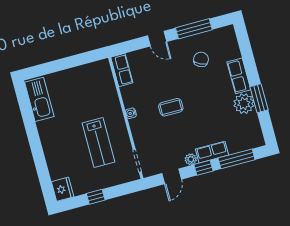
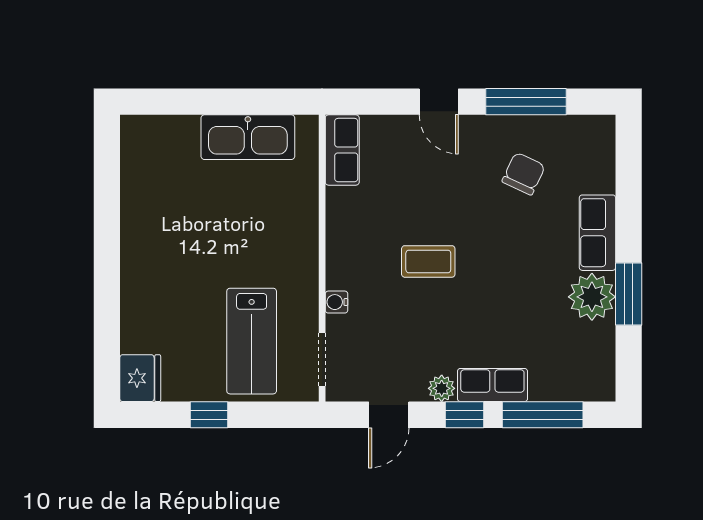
kitchen sink: (39, 99) -> (248, 137), moved, turned 90
water cooler: (131, 113) -> (337, 302), moved
lab bench: (98, 143) -> (252, 341), moved

